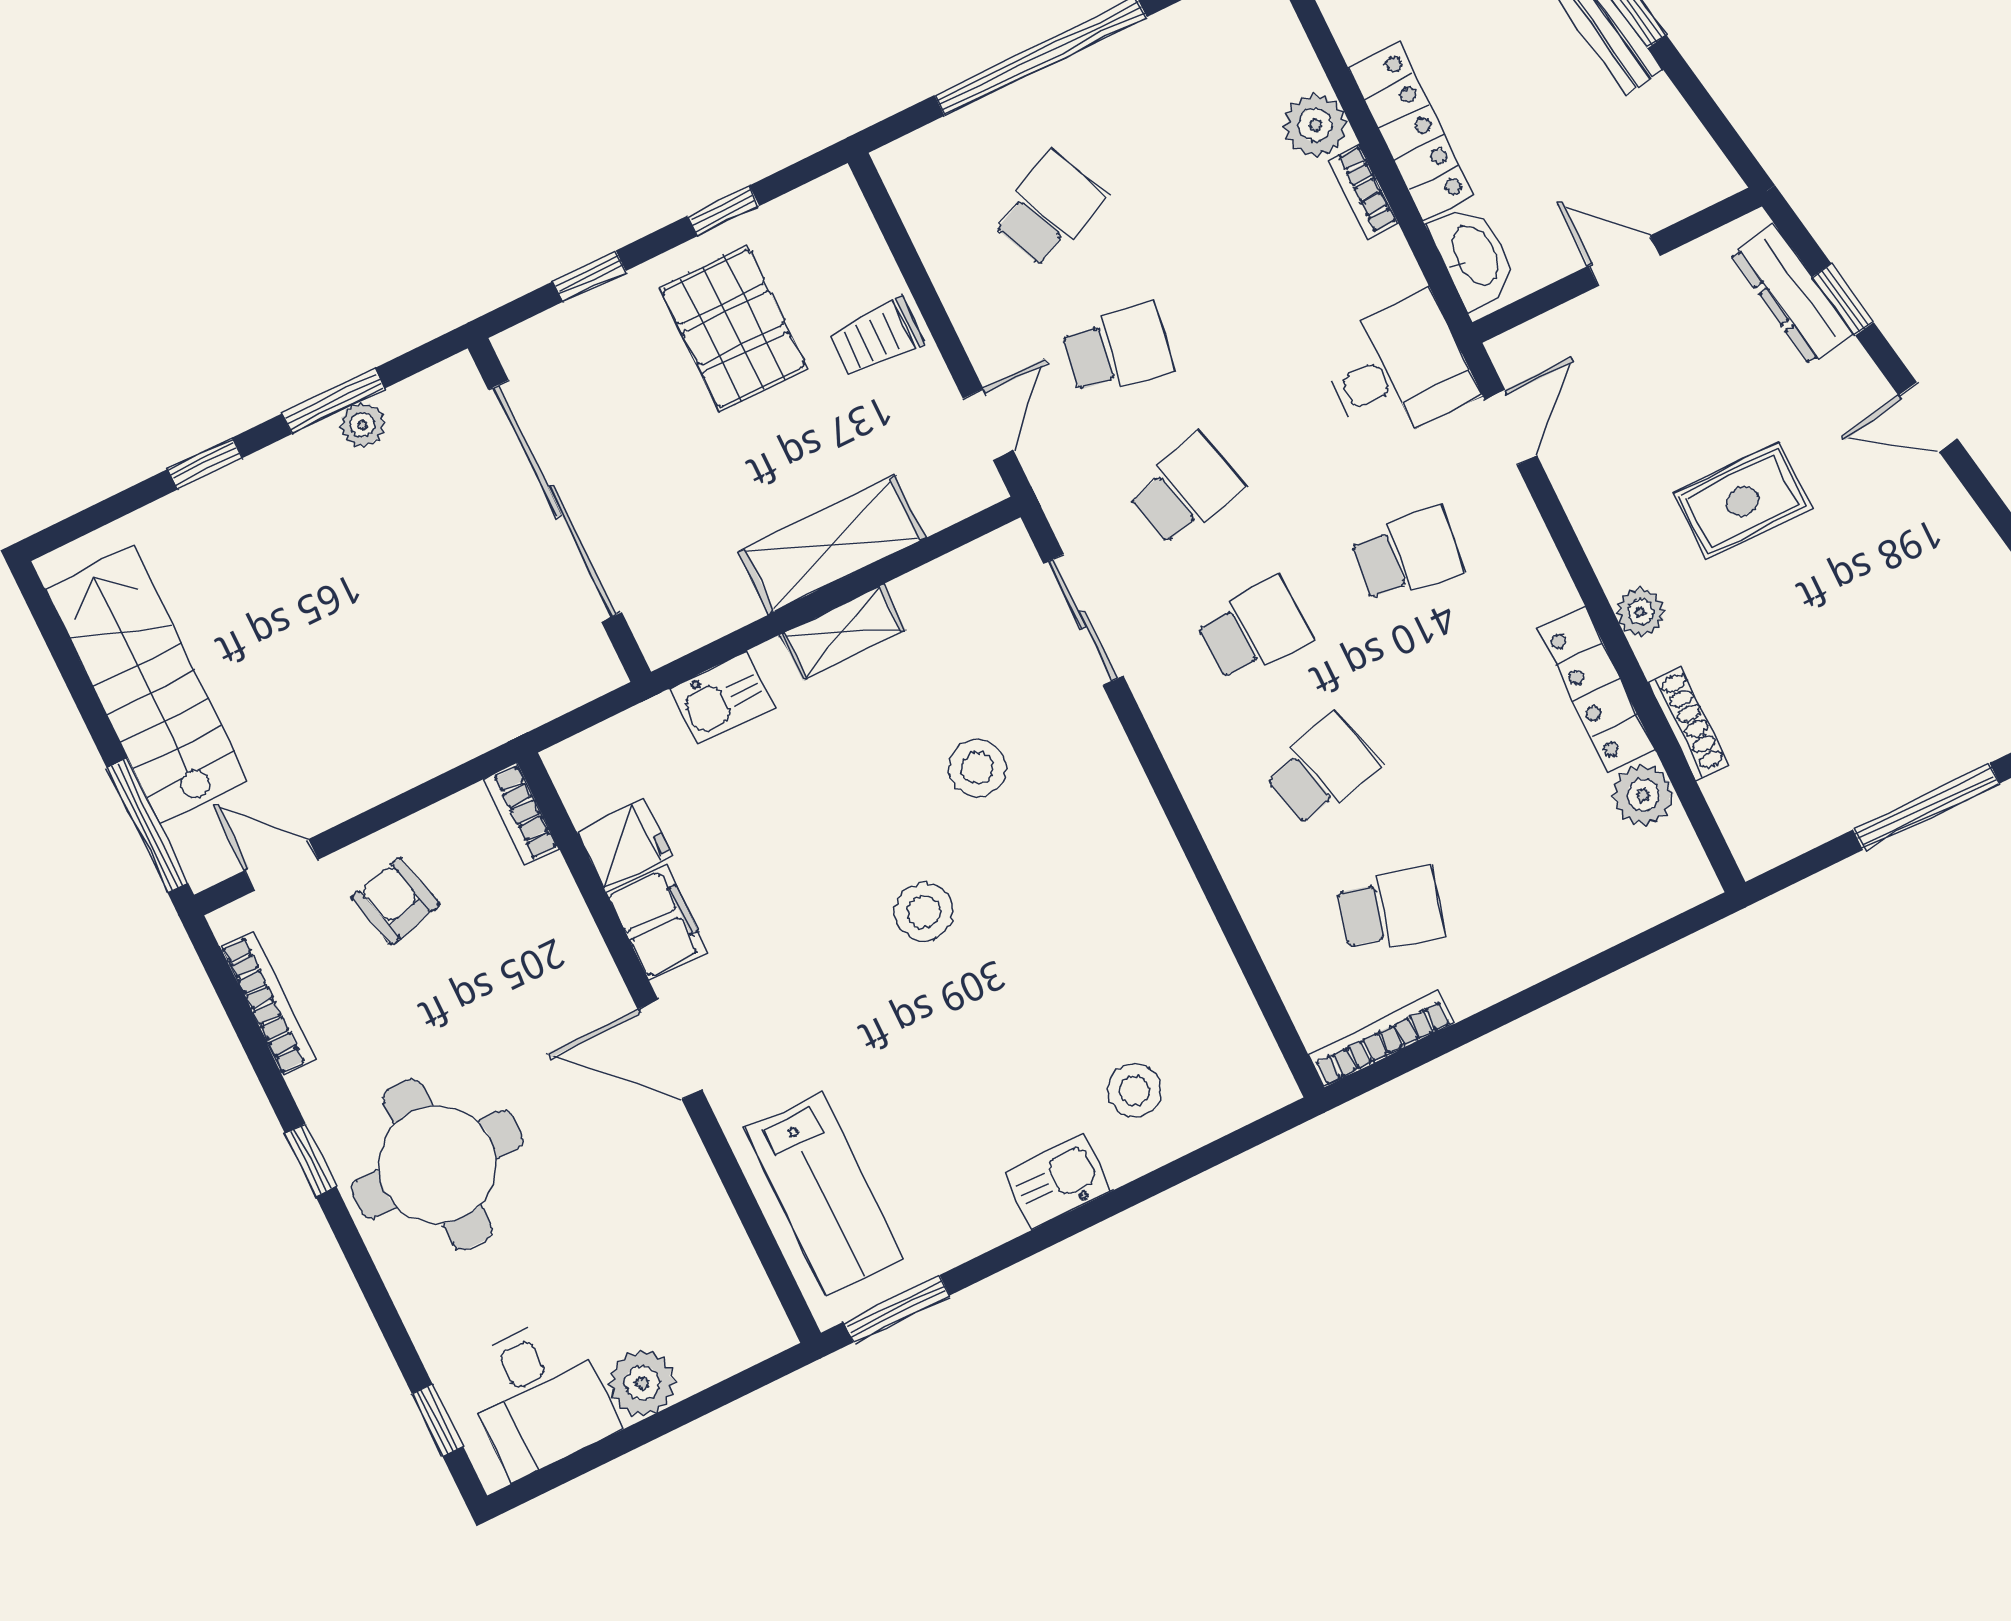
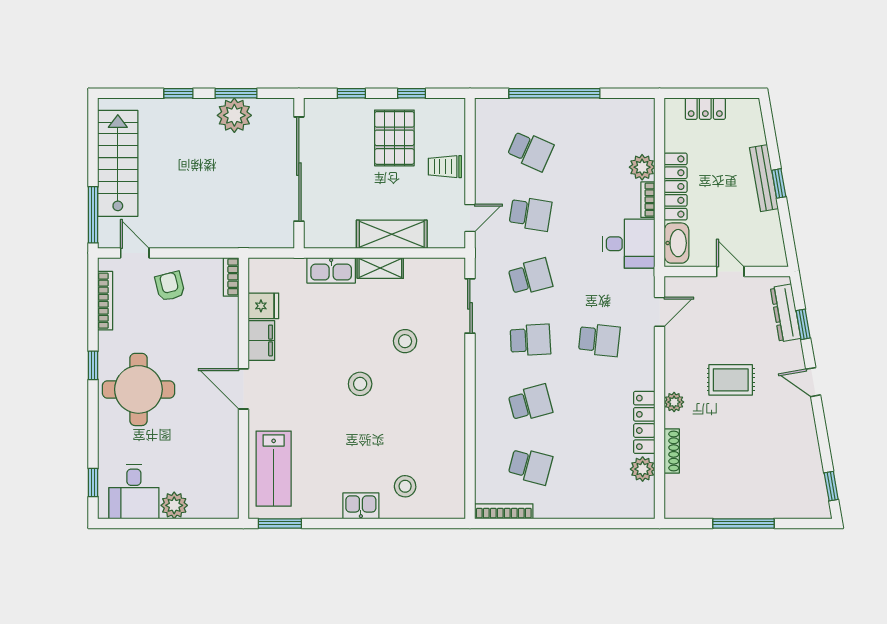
school desk: (1049, 209) -> (530, 151), turned 48
desk: (1398, 370) -> (629, 244), moved
plant: (362, 425) -> (234, 115), width x1.87, depth x1.87
kitchen sink: (722, 698) -> (331, 270), width x1.38

